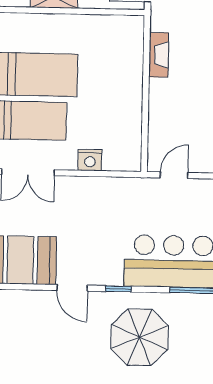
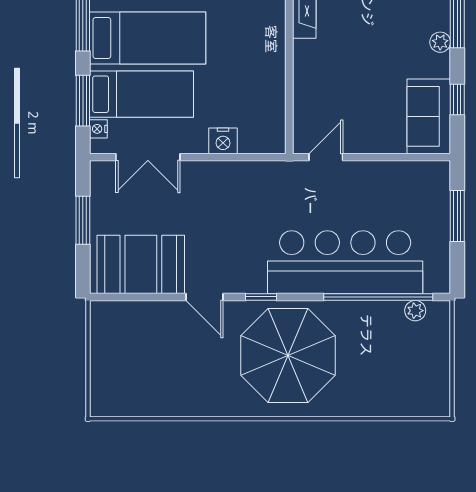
parasol: (140, 337) -> (288, 355), width x1.36, depth x1.36

